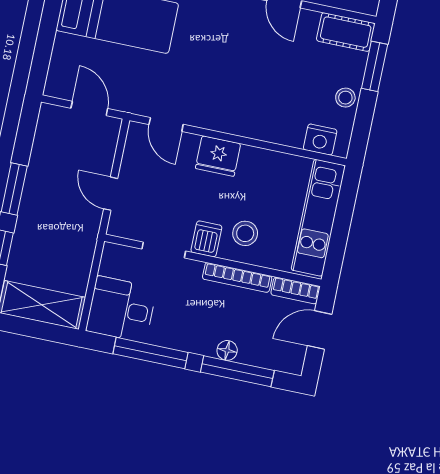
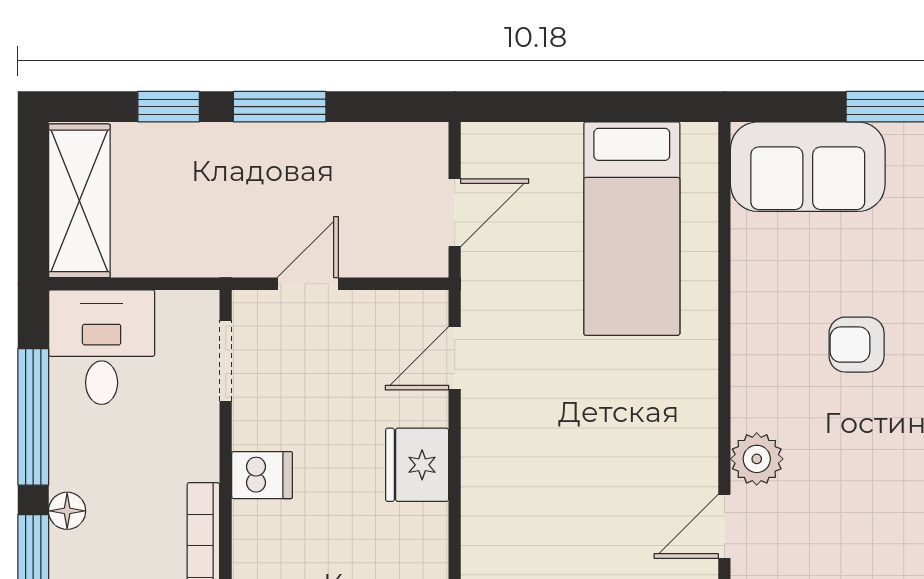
stool: (245, 233) -> (287, 543), removed
doorway: (164, 250) -> (226, 361), moved
floor lamp: (227, 350) -> (67, 511), moved

